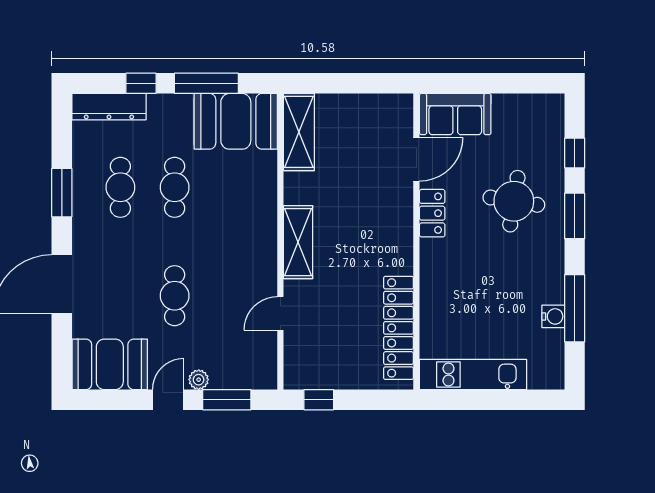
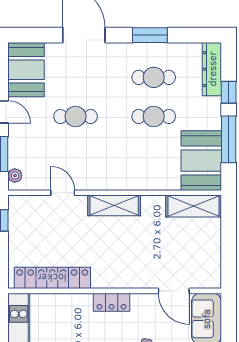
locker: (432, 213) -> (112, 302), moved
plant: (199, 380) -> (15, 175), moved

